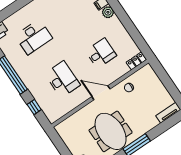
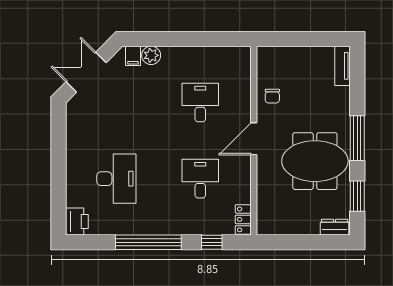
locker: (136, 61) -> (243, 219), moved
desk: (62, 79) -> (200, 179), width x0.73

